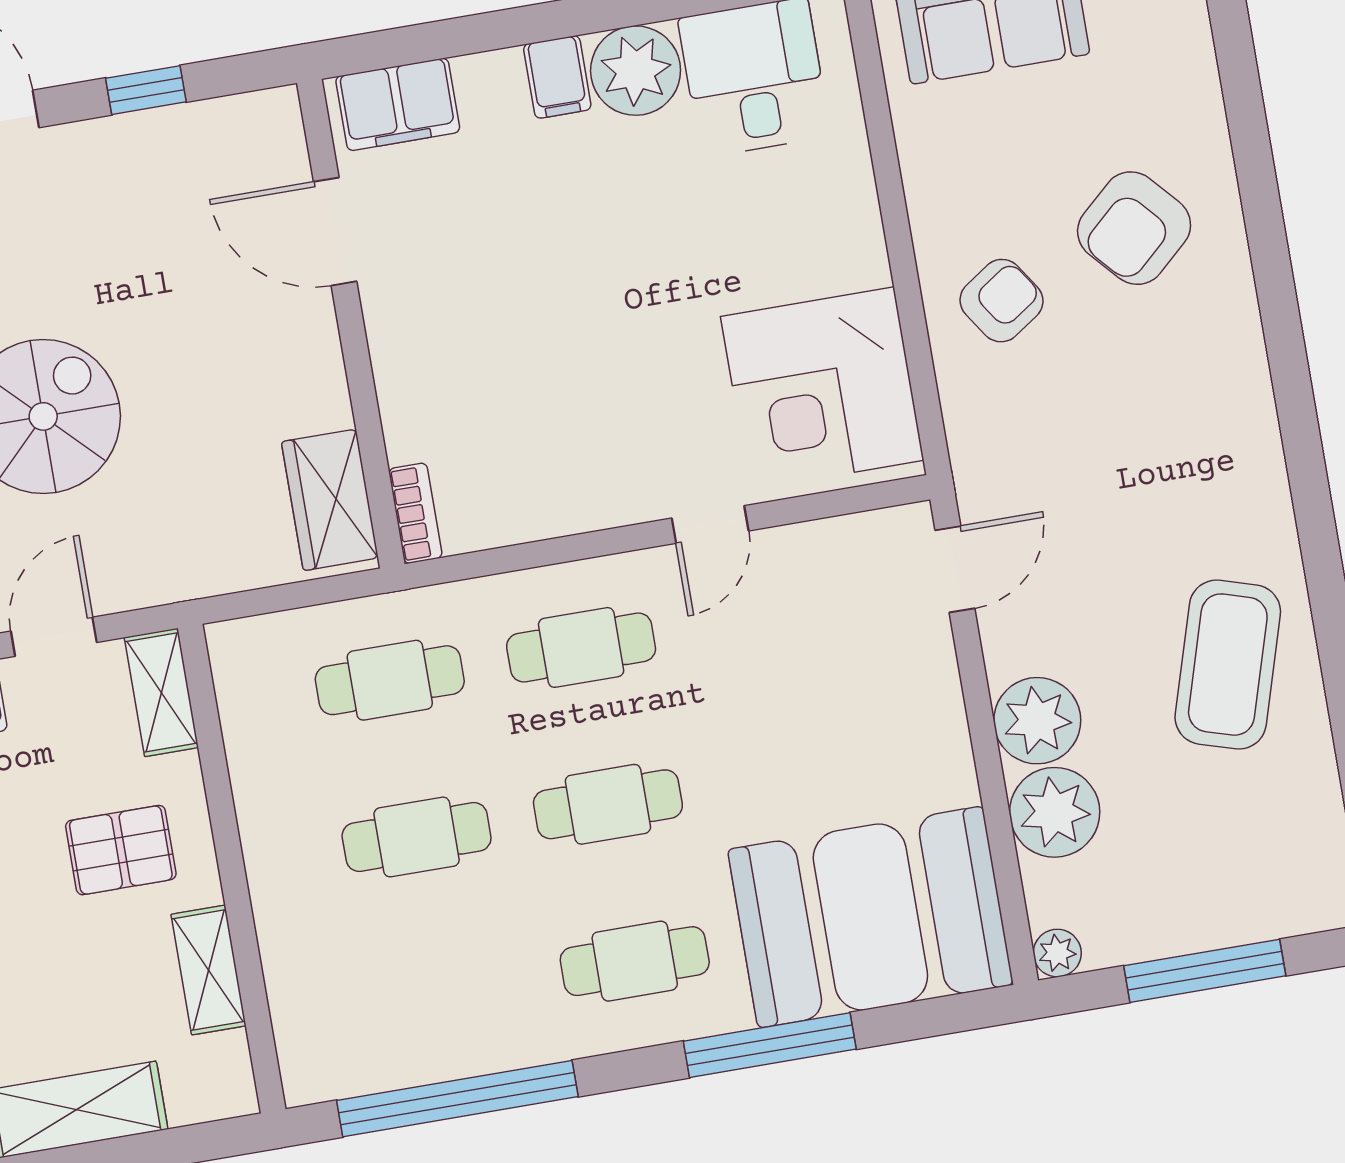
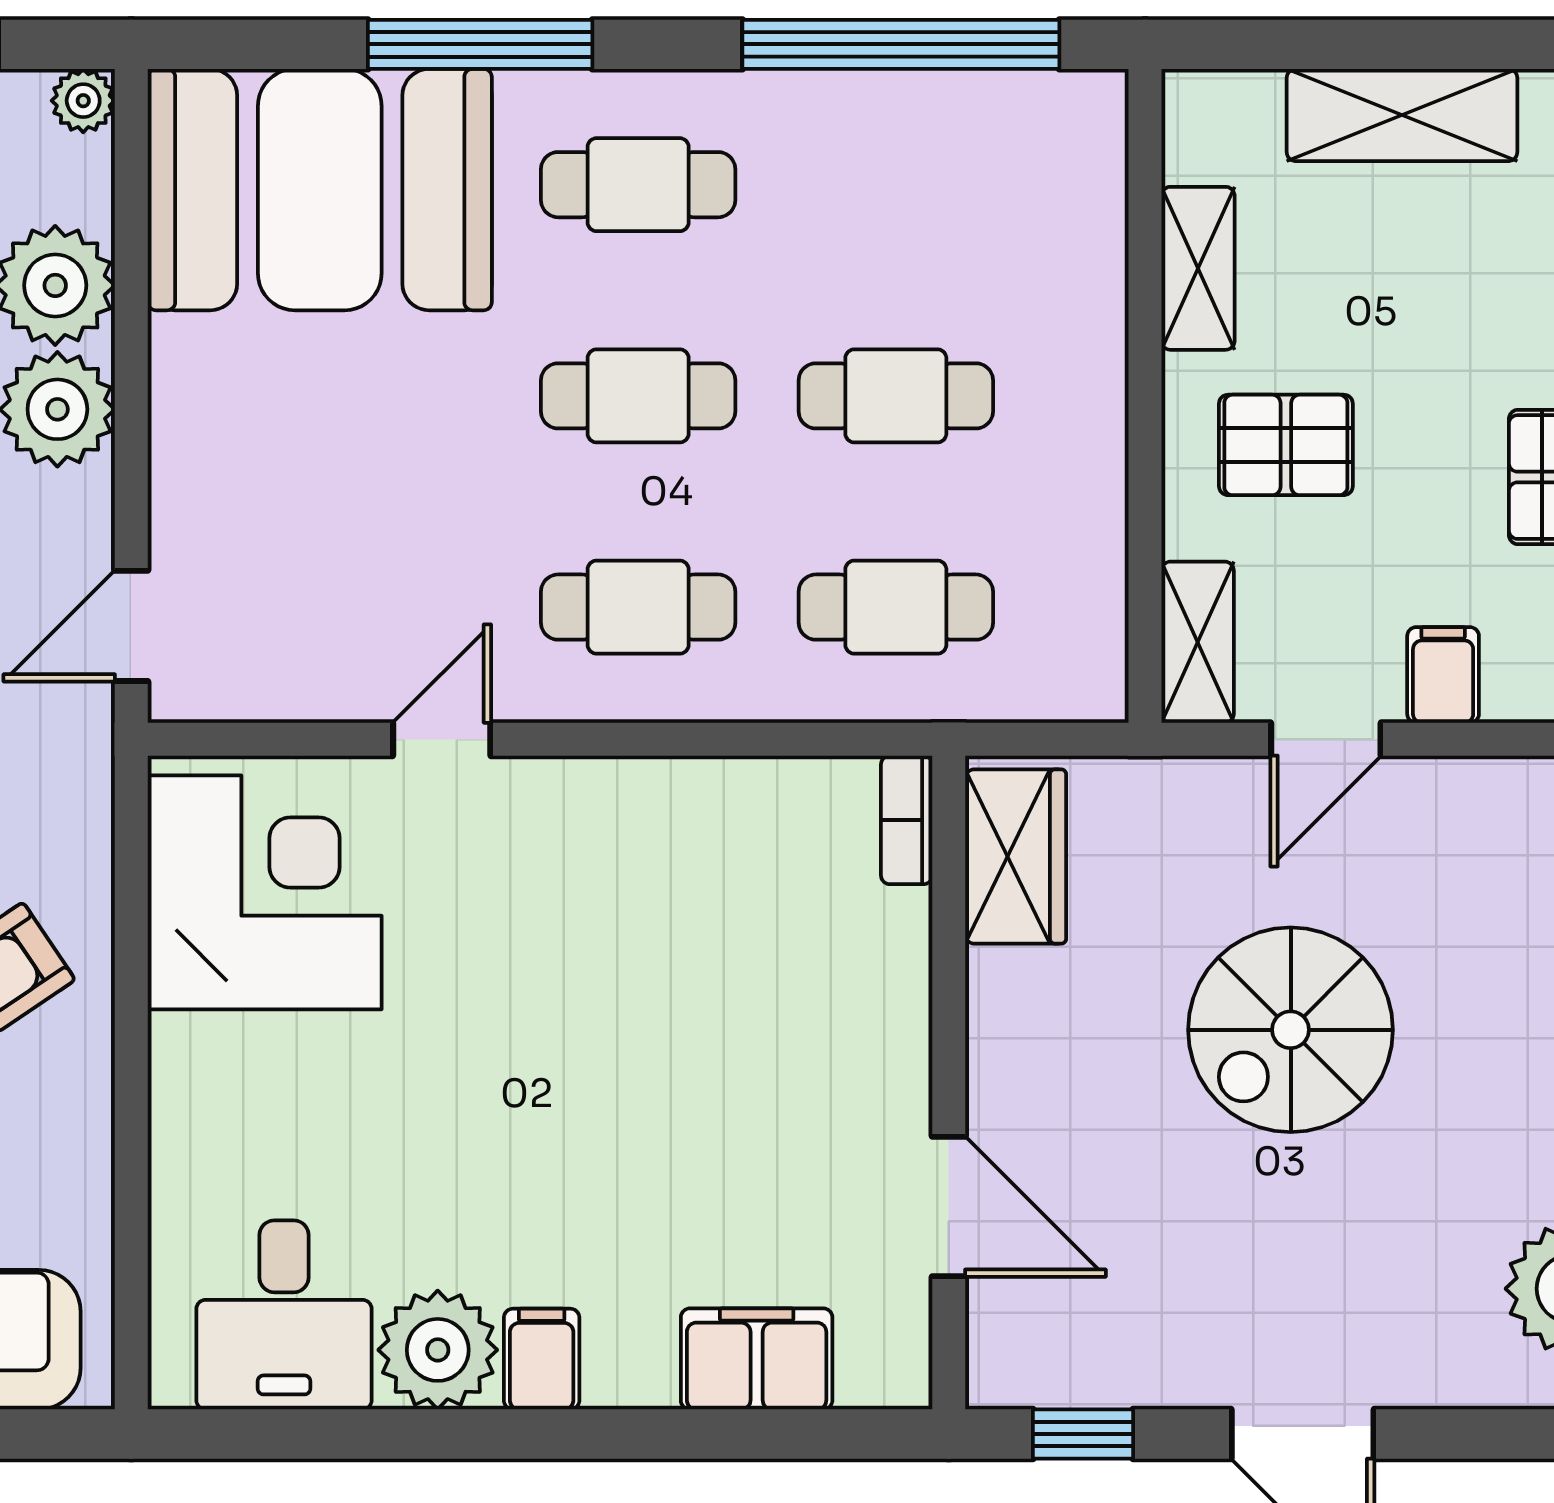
door: (335, 232) -> (949, 1206), moved
wall: (351, 324) -> (949, 1083), moved
wardrobe: (330, 500) -> (1016, 857), moved
bookcase: (415, 513) -> (907, 820), moved

